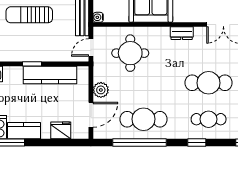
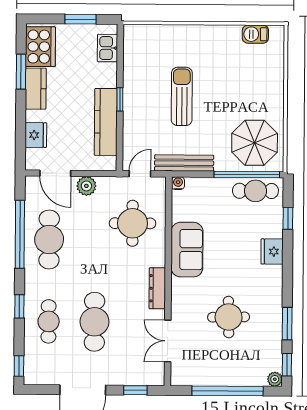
dresser: (182, 33) -> (157, 288), width x1.44
door: (91, 48) -> (140, 174), hinge flipped

